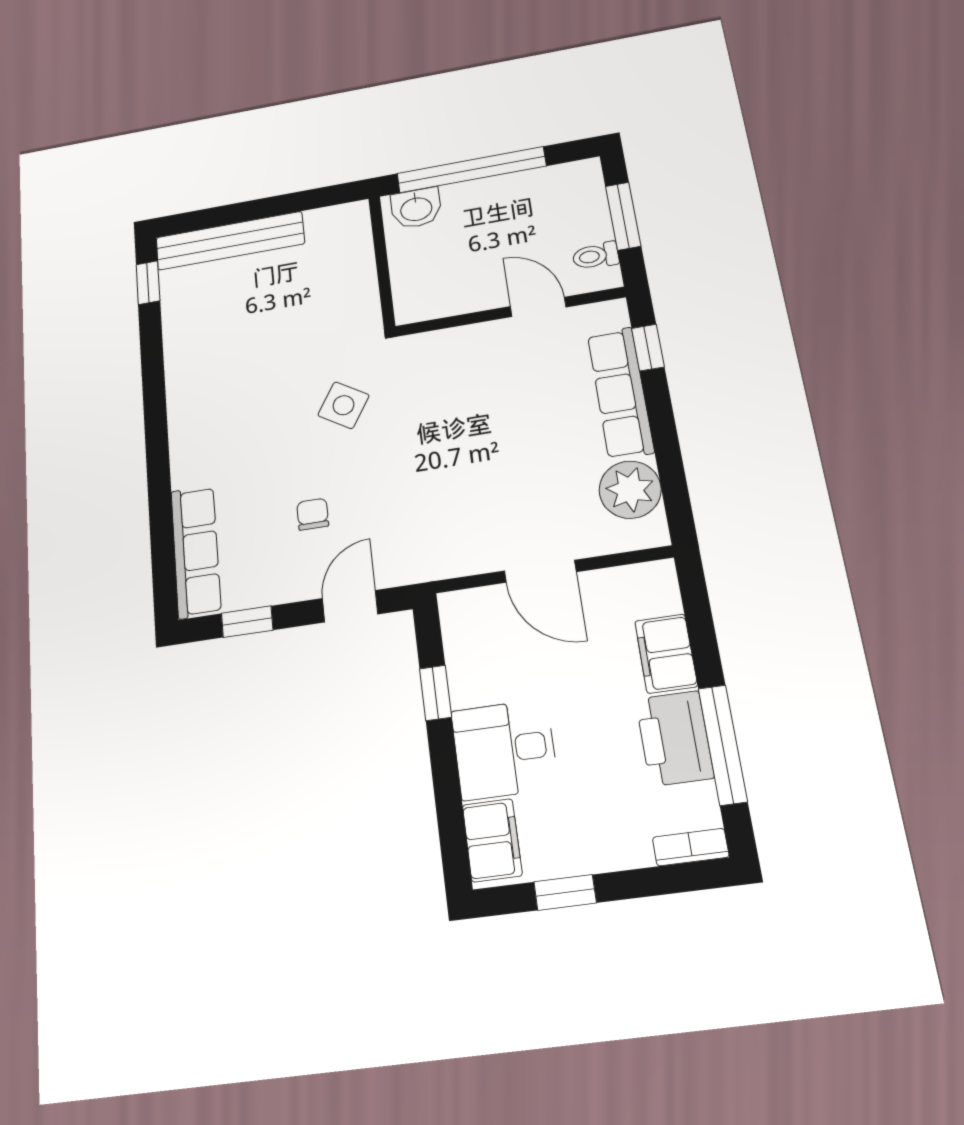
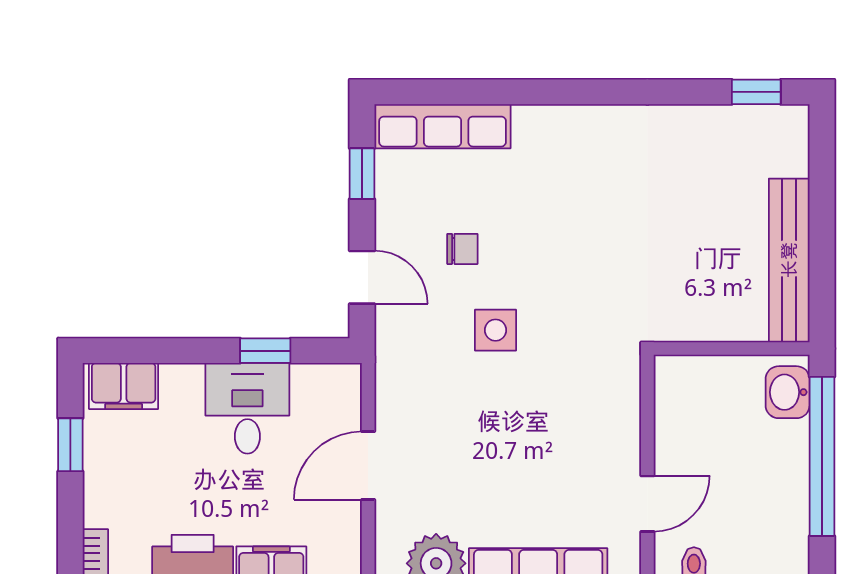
bench: (230, 241) -> (789, 260), moved
side table: (343, 405) -> (496, 330), moved, turned -32
desk: (504, 749) -> (247, 408), moved

